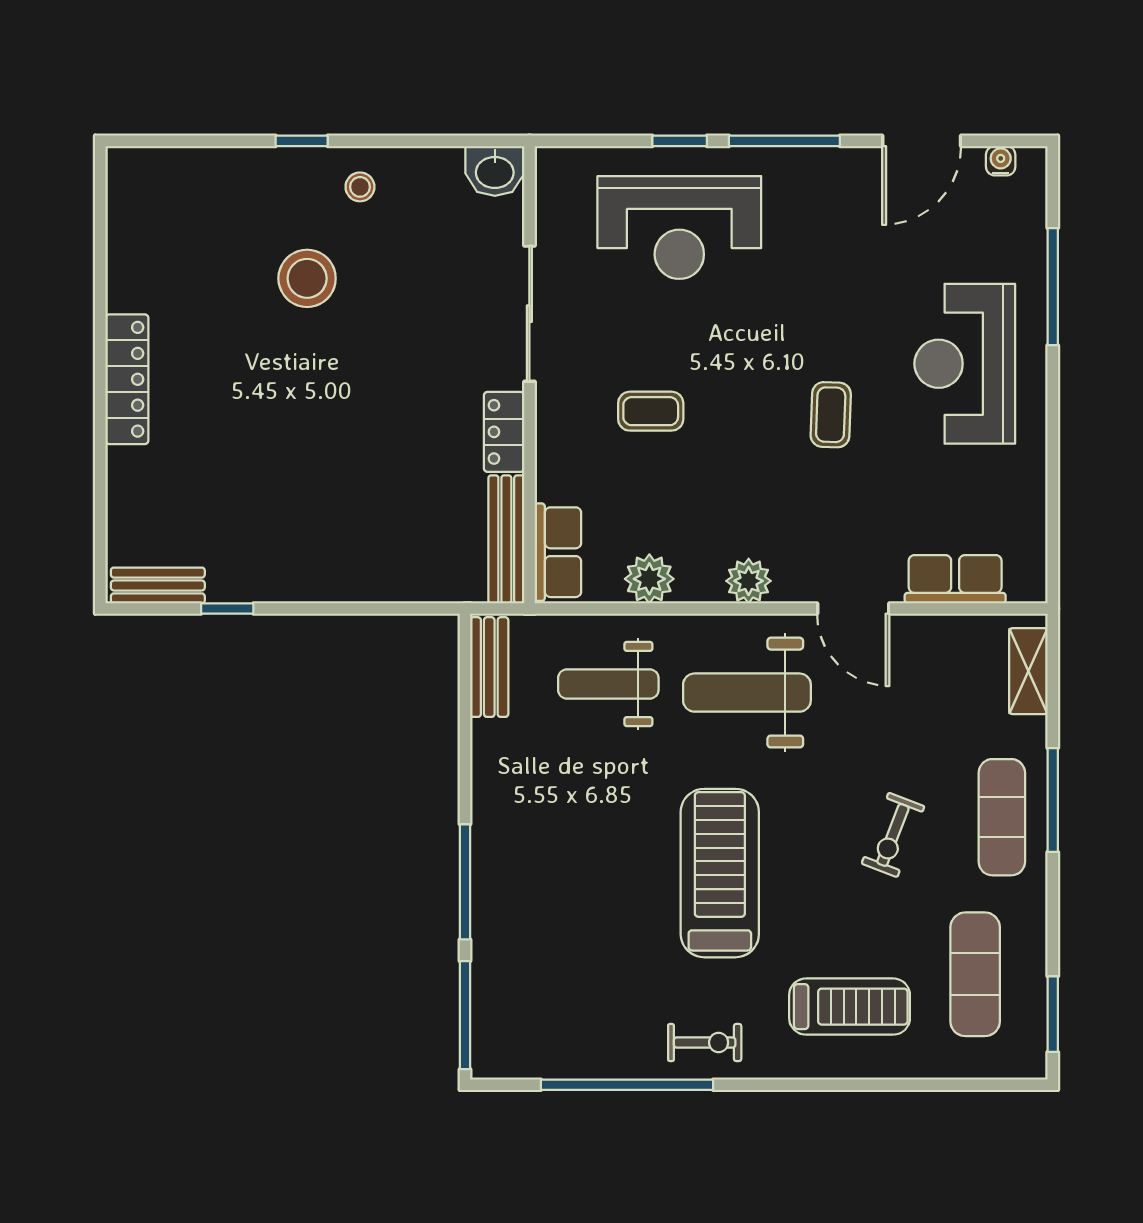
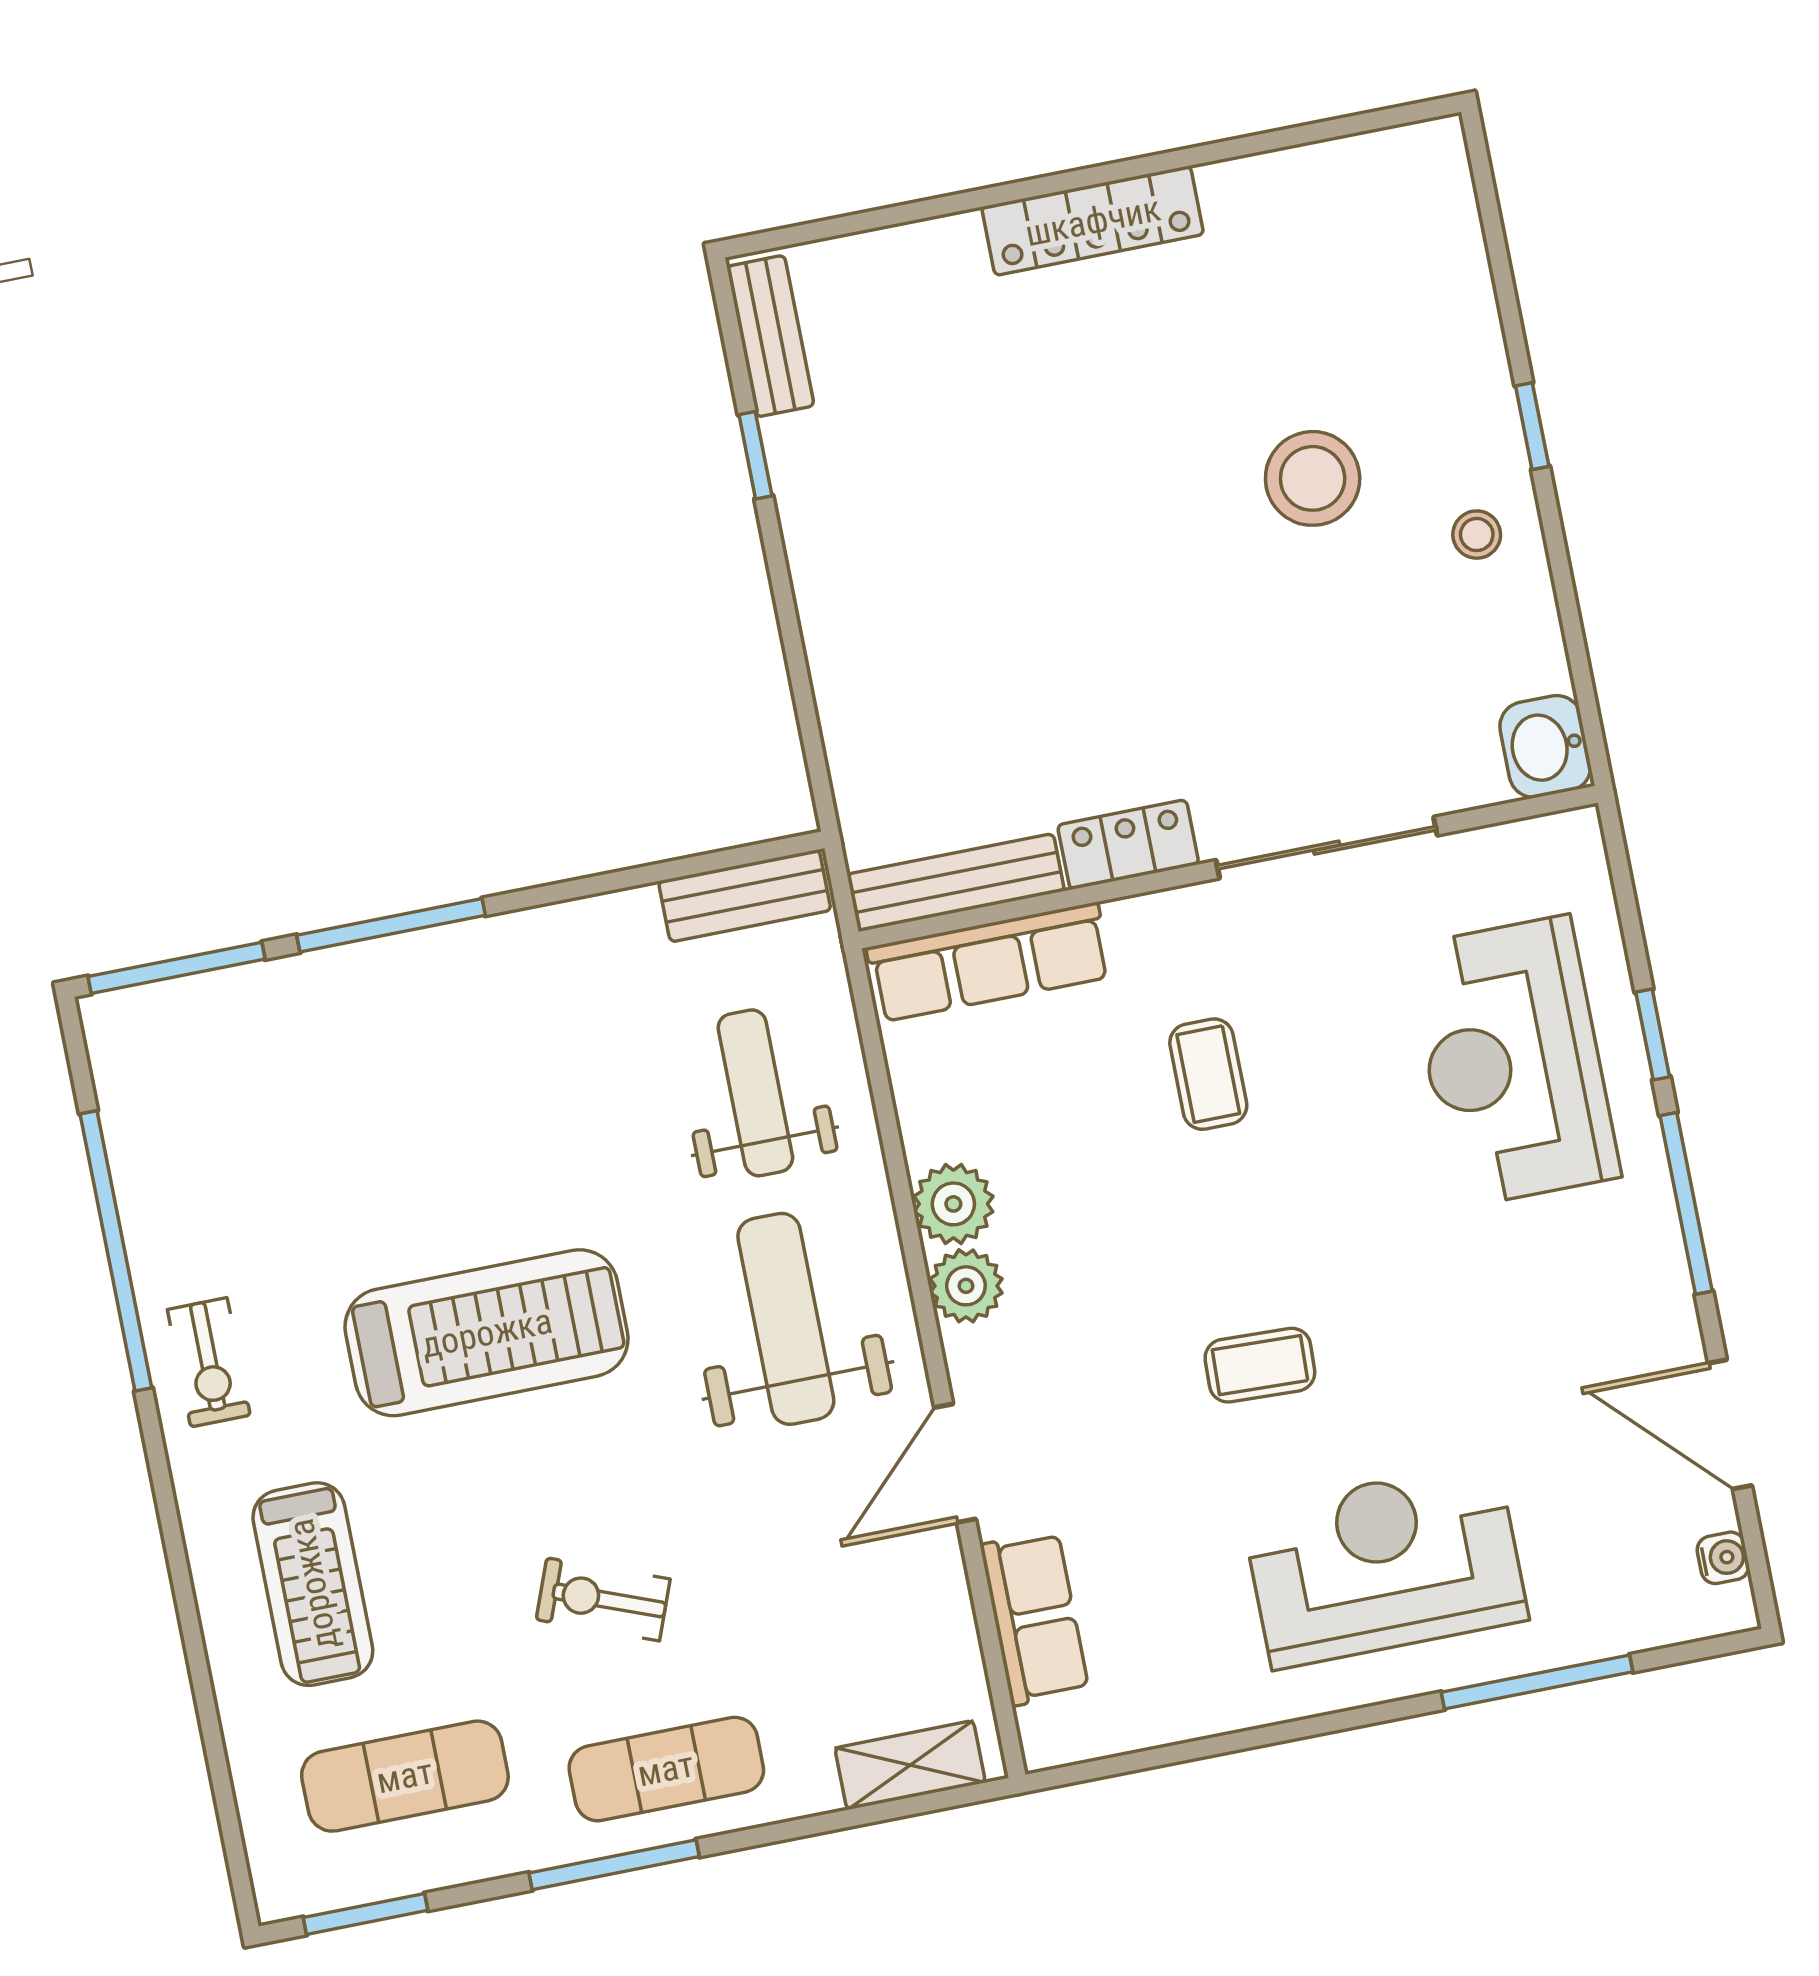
row of seats: (558, 552) -> (989, 962), width x1.48
plant: (649, 579) -> (953, 1204), moved
window: (1053, 800) -> (614, 1865), moved

